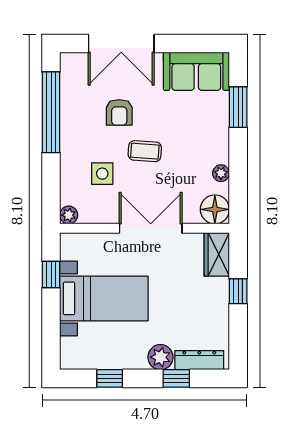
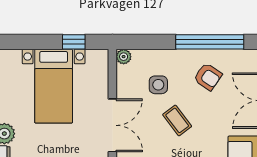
armchair: (119, 112) -> (208, 77), moved, turned -146
coffee table: (145, 151) -> (177, 120), turned -41

